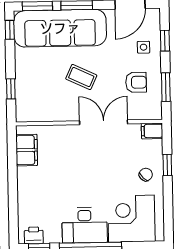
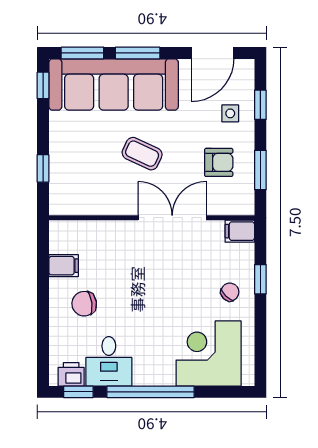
filing cabinet: (27, 150) -> (64, 266), width x0.50
chair: (42, 185) -> (84, 304), added
desk: (85, 225) -> (109, 361), moved, width x0.73

